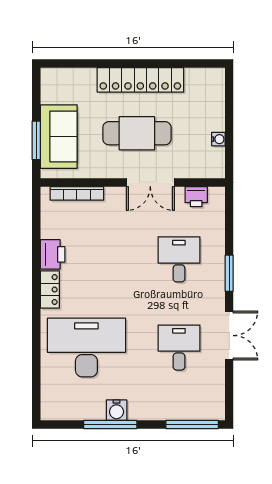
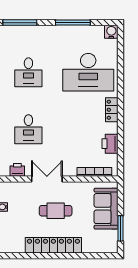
cafe table: (137, 133) -> (56, 211), width x0.73, depth x0.74
window: (36, 140) -> (121, 228), moved
printer: (53, 254) -> (110, 144), moved
water cooler: (117, 410) -> (111, 32), moved

